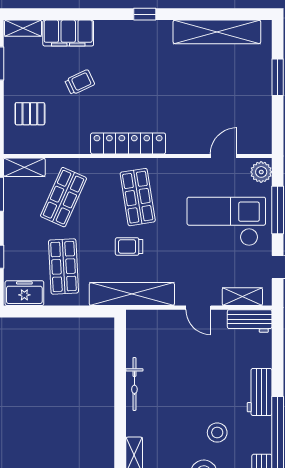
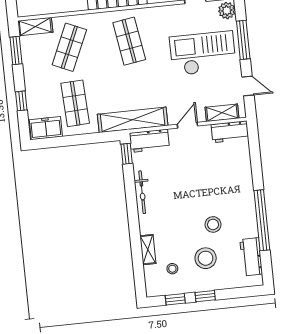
trolley: (129, 247) -> (126, 82), removed
door: (198, 308) -> (187, 125), swing flipped
window: (120, 335) -> (127, 154), added
workbench: (260, 392) -> (149, 141), moved, turned -90

